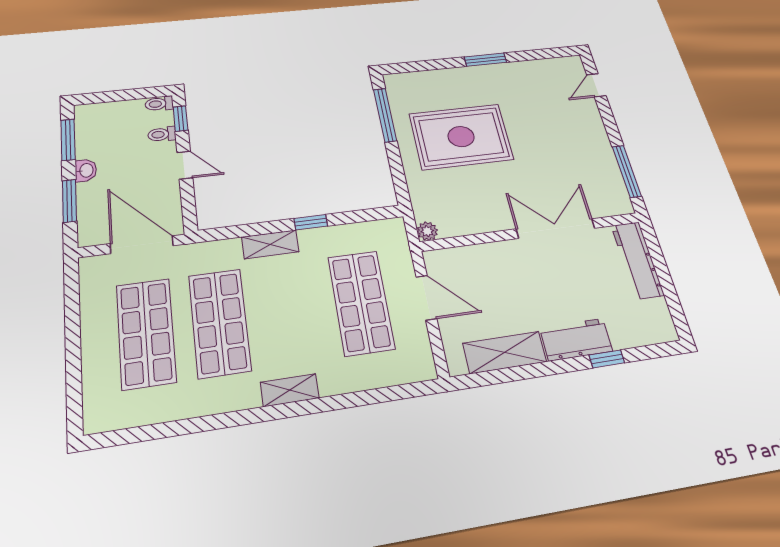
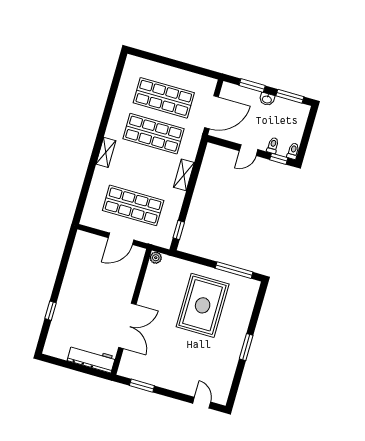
window: (627, 171) -> (142, 386), width x0.69
window: (311, 222) -> (179, 230), moved
workbench: (576, 340) -> (67, 301), removed
shelving: (505, 352) -> (77, 262), removed

